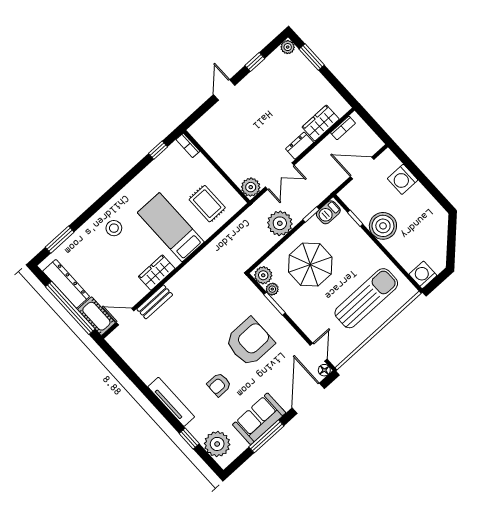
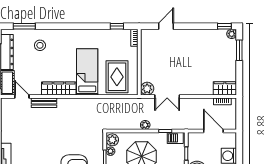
window: (255, 62) -> (224, 26), moved
door: (224, 90) -> (166, 26), moved
wardrobe: (321, 123) -> (225, 88), moved
dresser: (300, 146) -> (192, 90), removed
rug: (207, 204) -> (117, 77), width x1.36, depth x1.43
plant: (280, 223) -> (145, 125), width x0.53, depth x0.53
stool: (114, 228) -> (40, 45), moved
wardrobe: (157, 273) -> (59, 89), width x1.50

